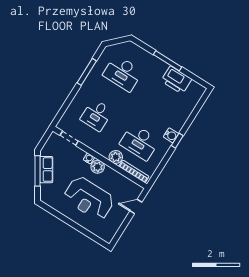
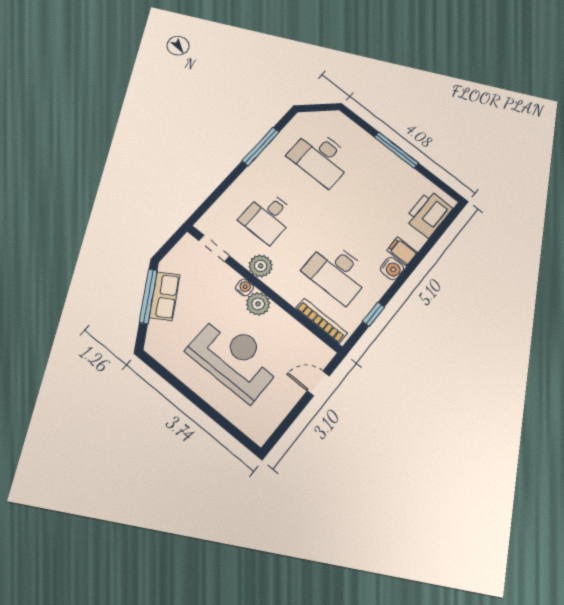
printer: (176, 80) -> (429, 214), moved, turned 90
filing cabinet: (176, 124) -> (402, 251), added
window: (177, 141) -> (374, 314), moved
plant: (116, 157) -> (261, 266), moved
reception desk: (89, 198) -> (234, 358), turned 180

